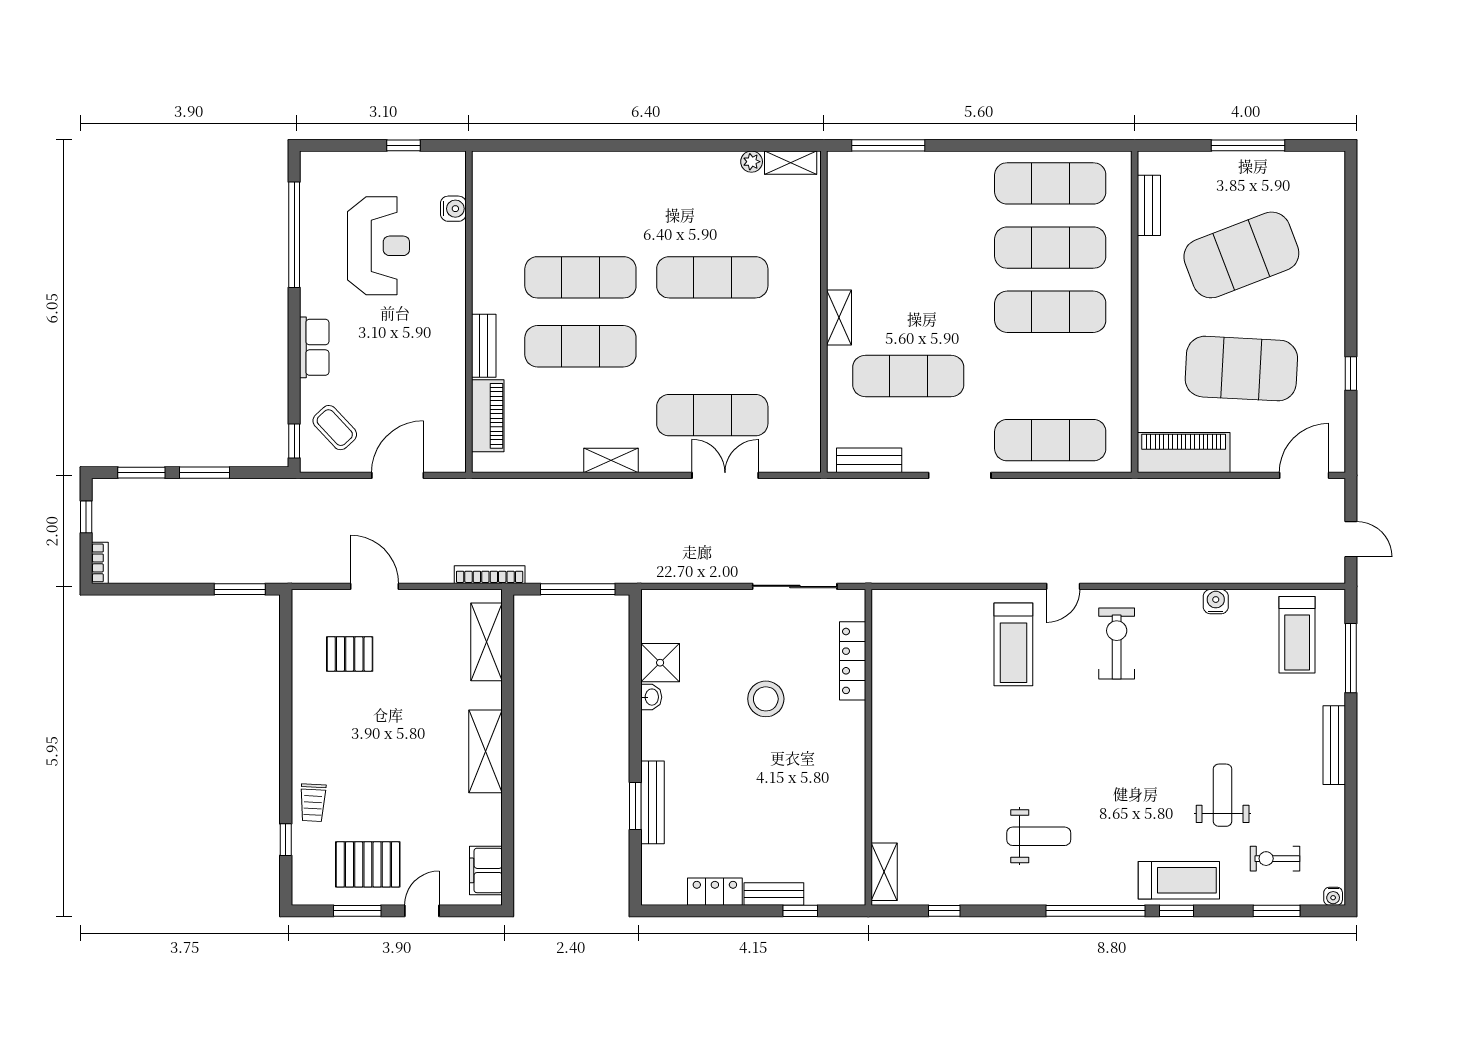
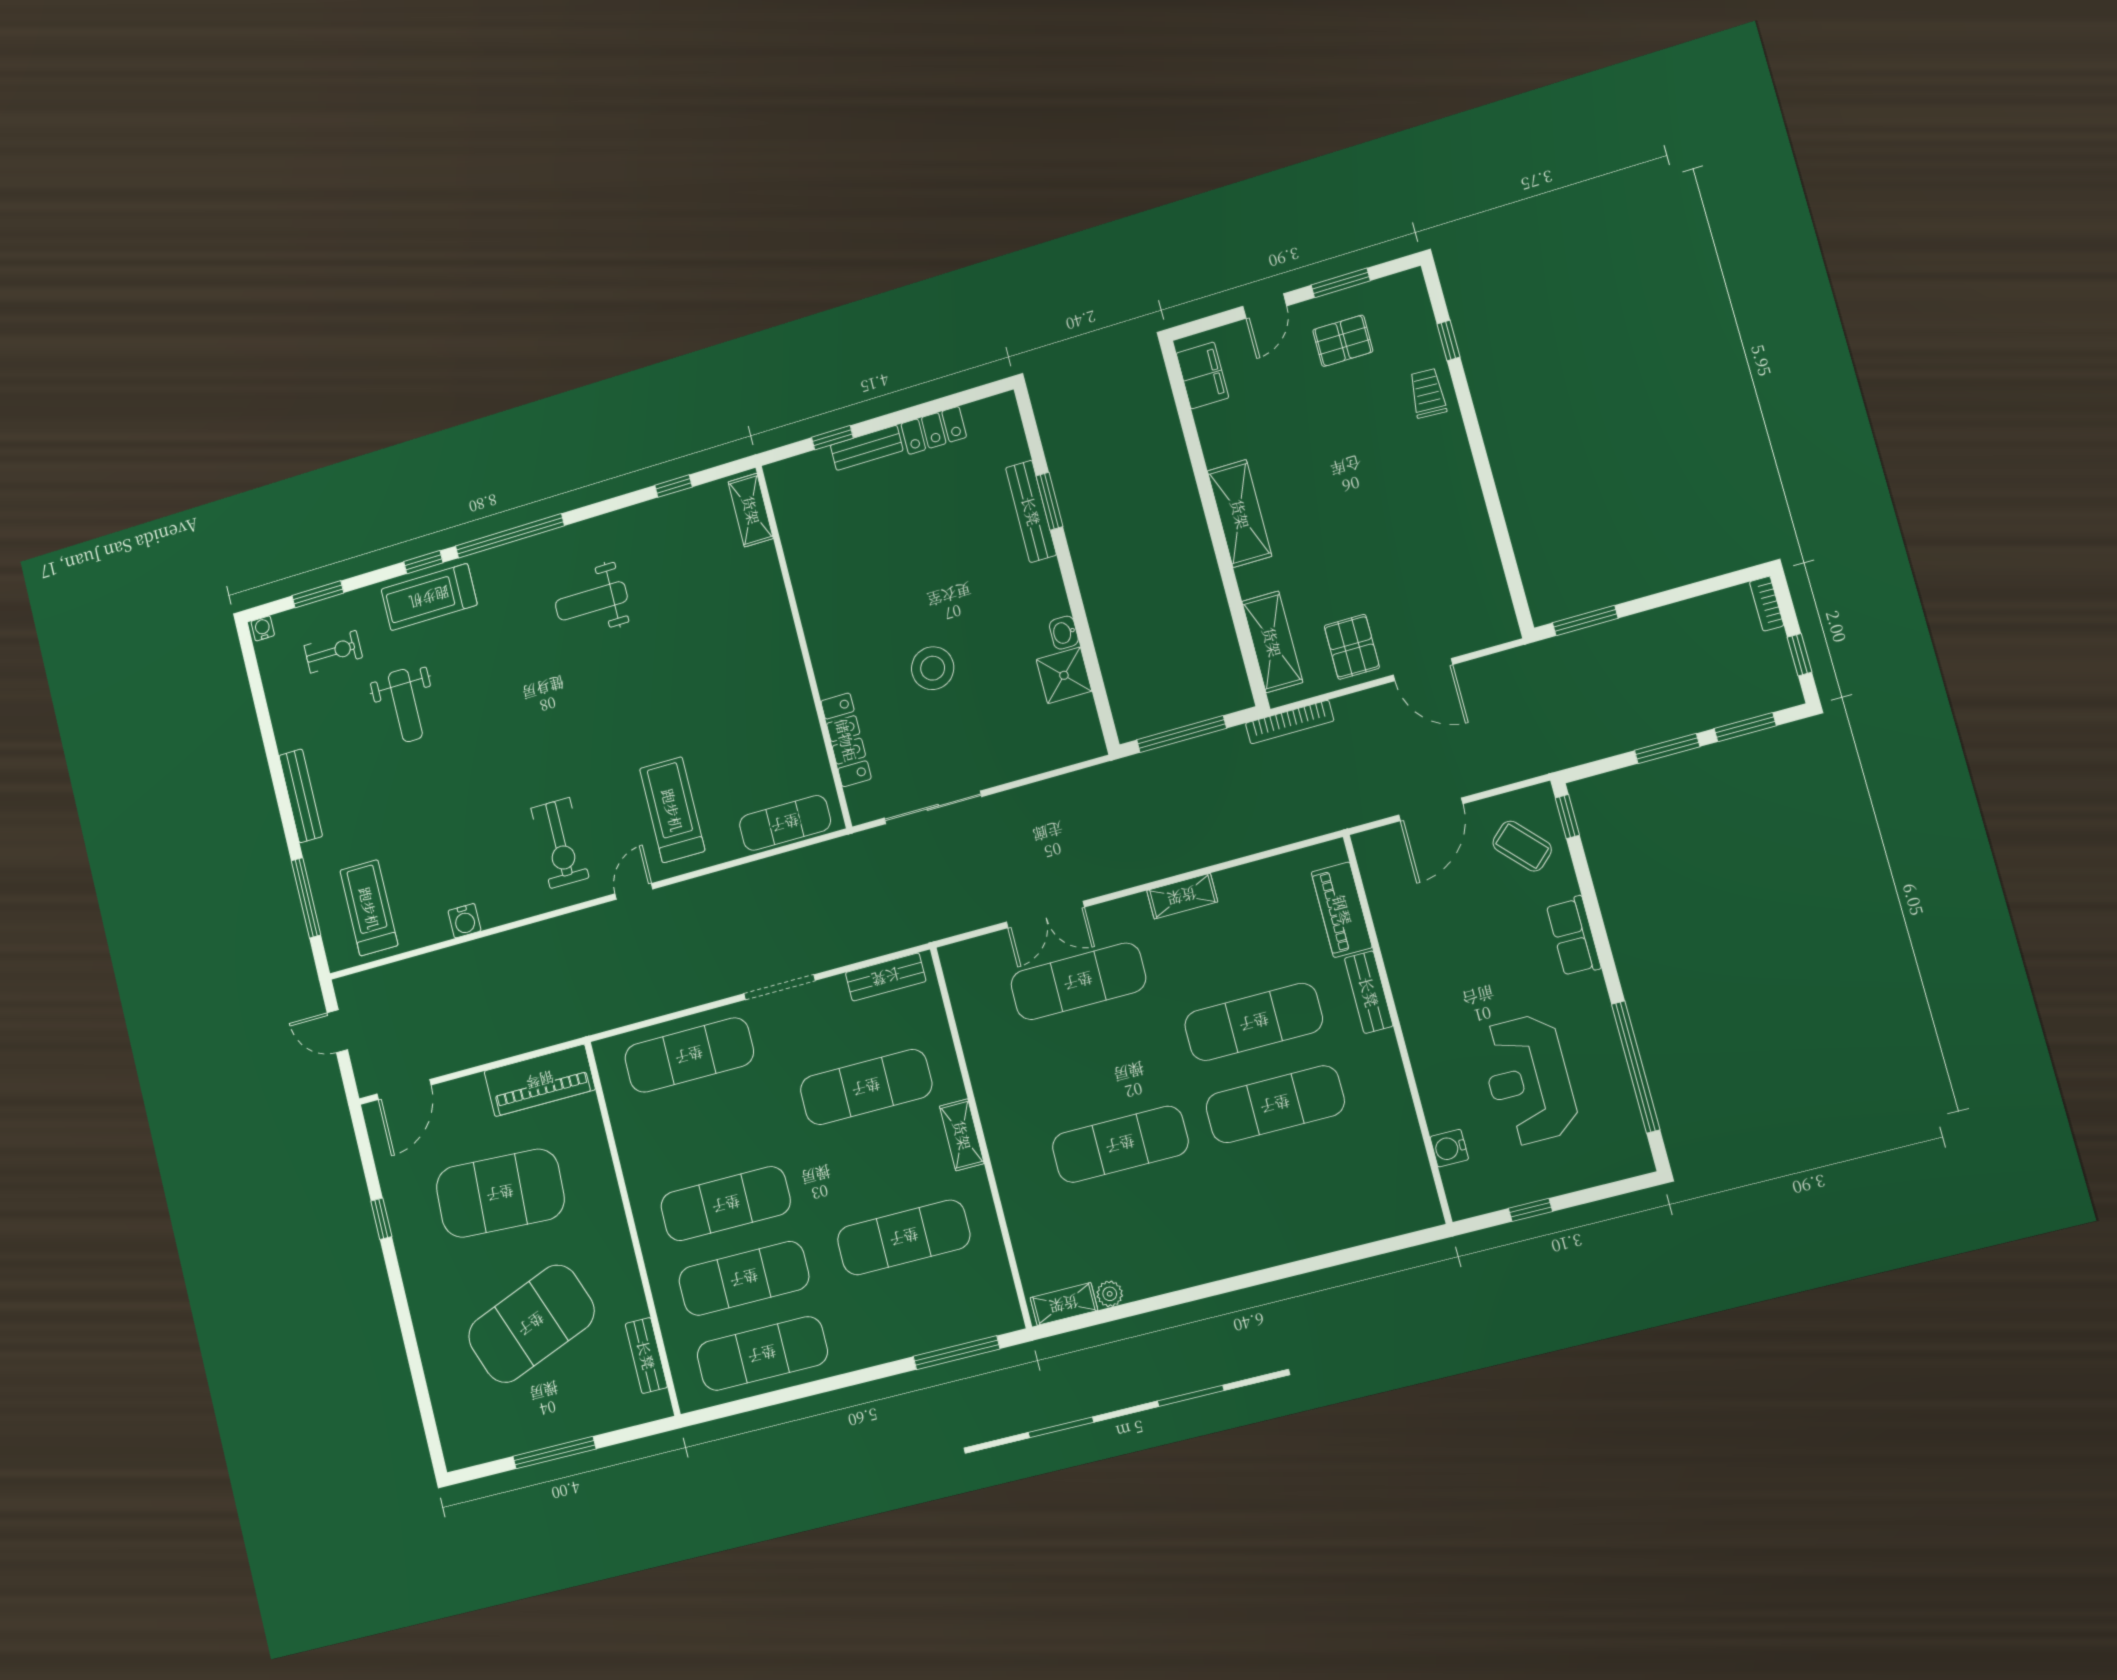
exercise mat: (908, 248) -> (904, 1237), added
exercise mat: (921, 608) -> (785, 823), added
pallet: (350, 654) -> (1352, 647), moved, turned 90
pallet: (368, 864) -> (1343, 341), width x0.67, depth x0.71

